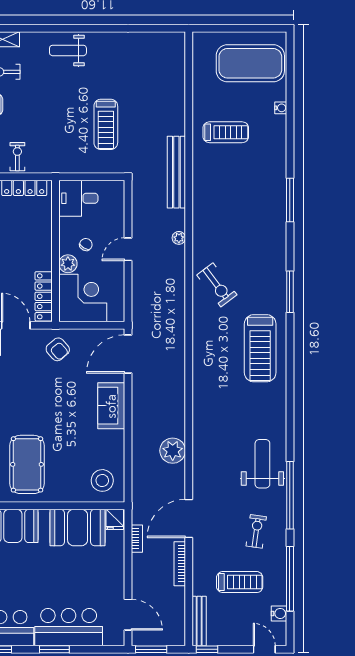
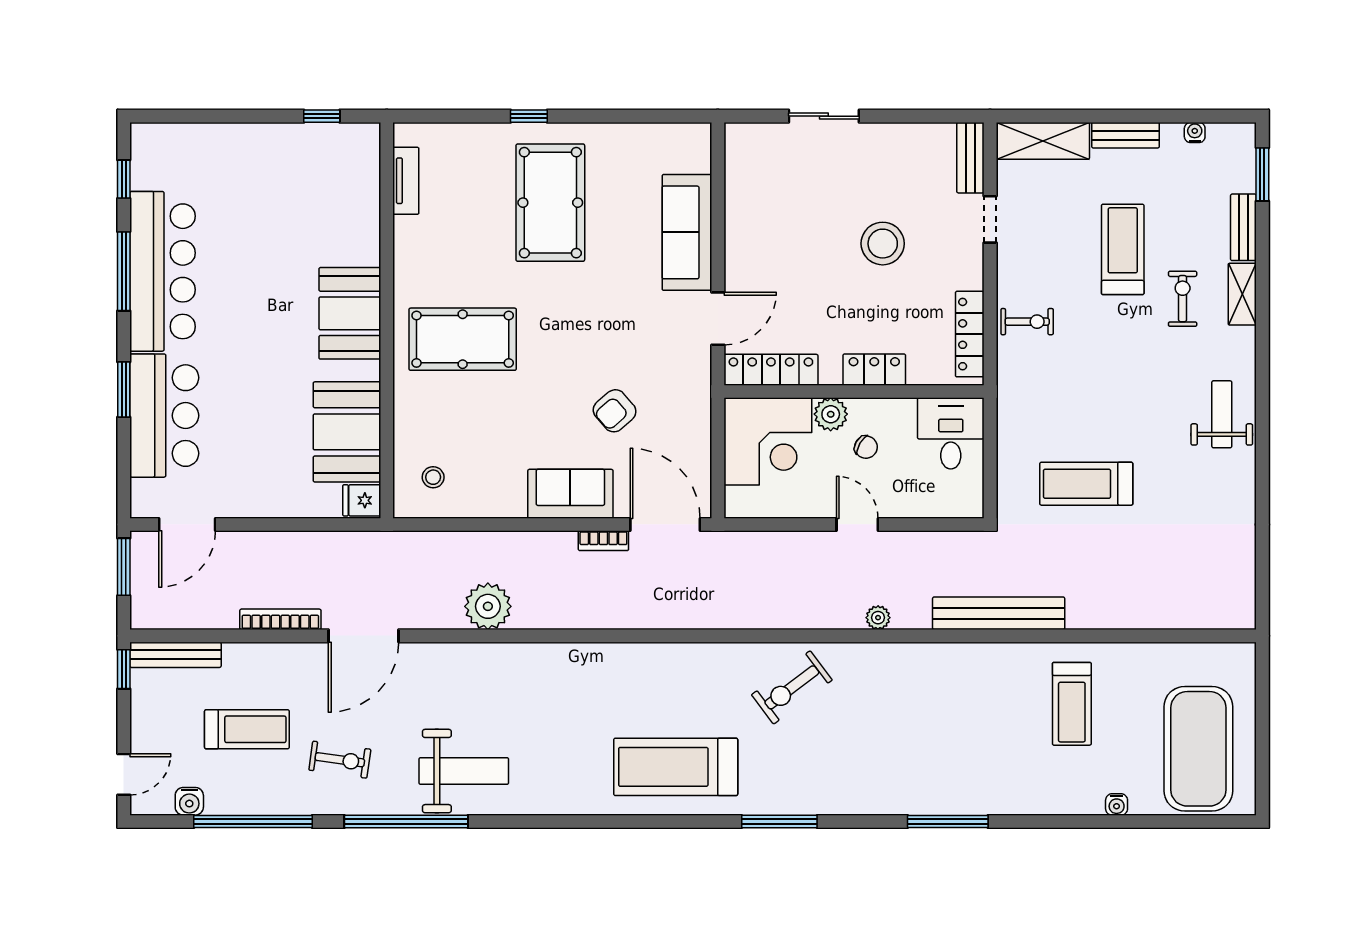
locker: (44, 240) -> (874, 370), added
armchair: (58, 349) -> (615, 411), moved
stool: (102, 480) -> (433, 477), width x0.53, depth x0.53
door: (189, 518) -> (363, 636), swing flipped
bookcase: (137, 539) -> (603, 541), moved
treadmill: (240, 582) -> (247, 729), turned -90

